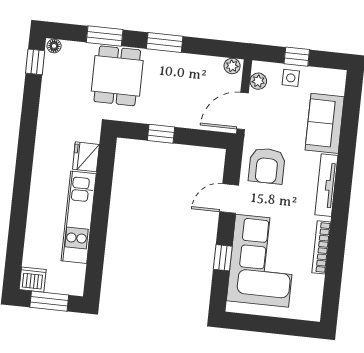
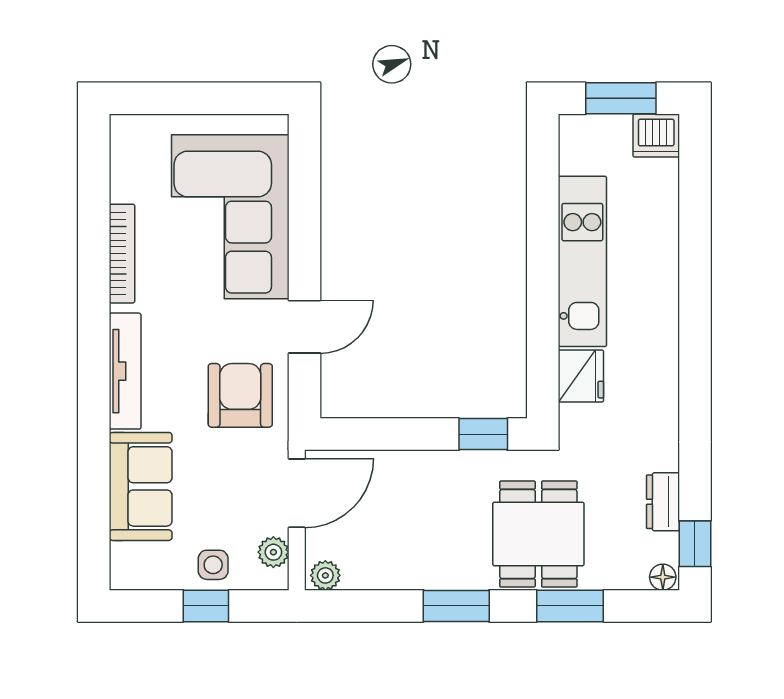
dresser: (50, 86) -> (663, 502), added
window: (161, 134) -> (483, 434), moved
window: (223, 258) -> (305, 214), removed

